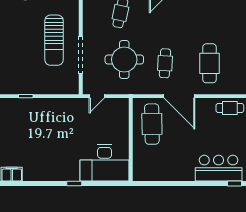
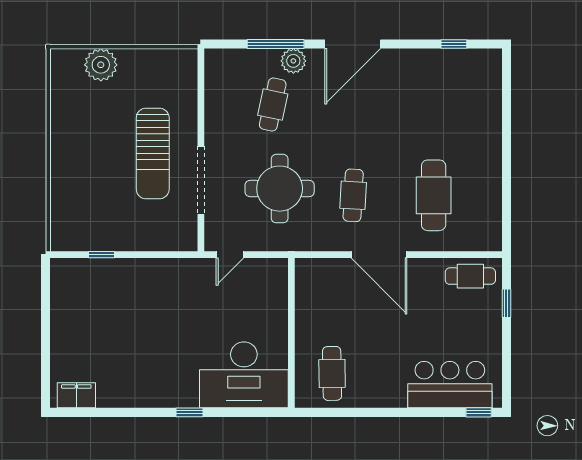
cafe table: (152, 124) -> (332, 373), moved, width x0.73, depth x0.74

